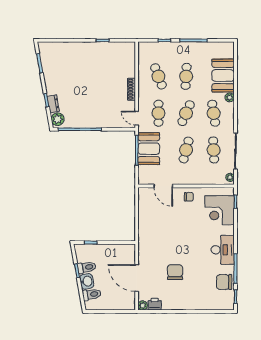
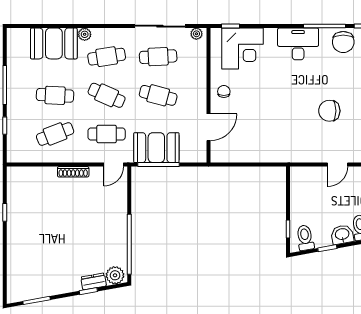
toilet: (87, 267) -> (305, 238), moved
door: (137, 278) -> (338, 165), width x0.53

